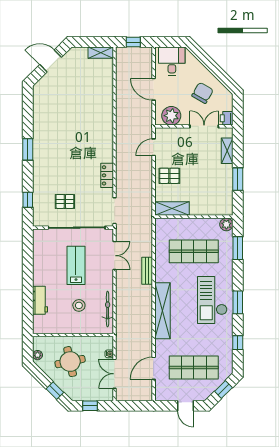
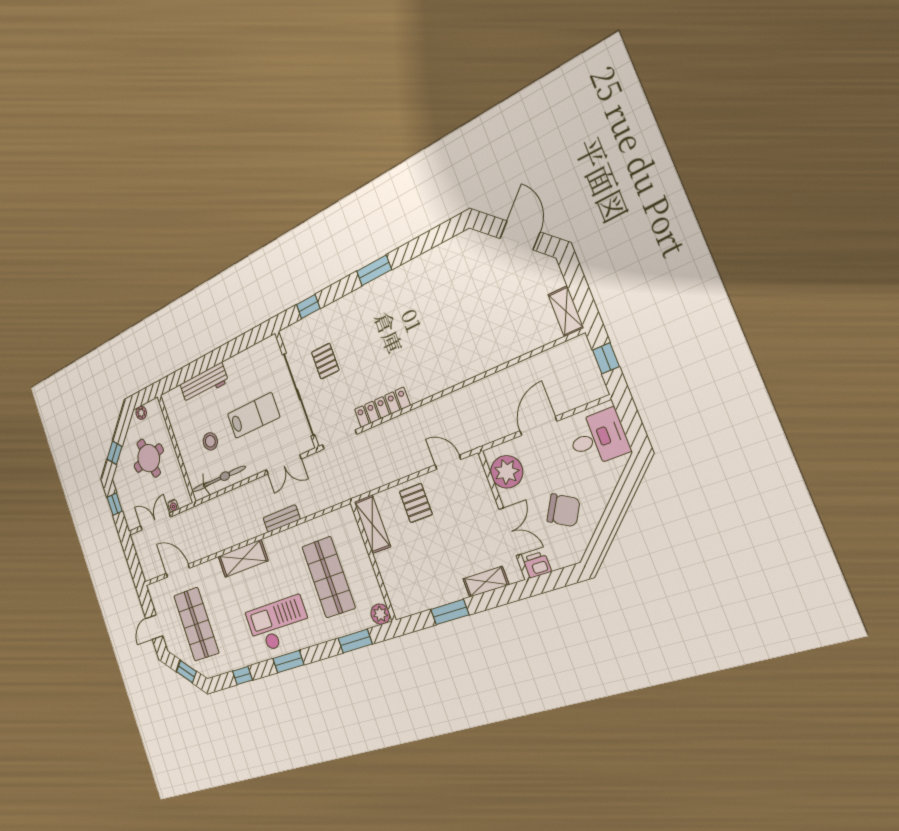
locker: (107, 175) -> (382, 407), width x1.53
workbench: (40, 300) -> (204, 383), width x1.37
bicycle: (108, 309) -> (218, 479), width x1.37, depth x1.40
shelving: (162, 311) -> (243, 559), width x0.68

